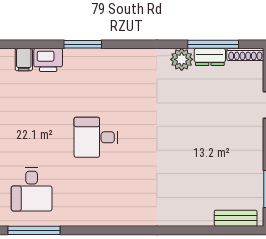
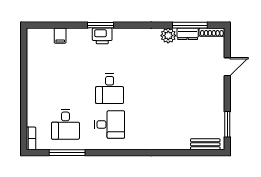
printer: (48, 60) -> (102, 36), moved
desk: (96, 137) -> (110, 89), turned -90
desk: (96, 189) -> (110, 124), added

